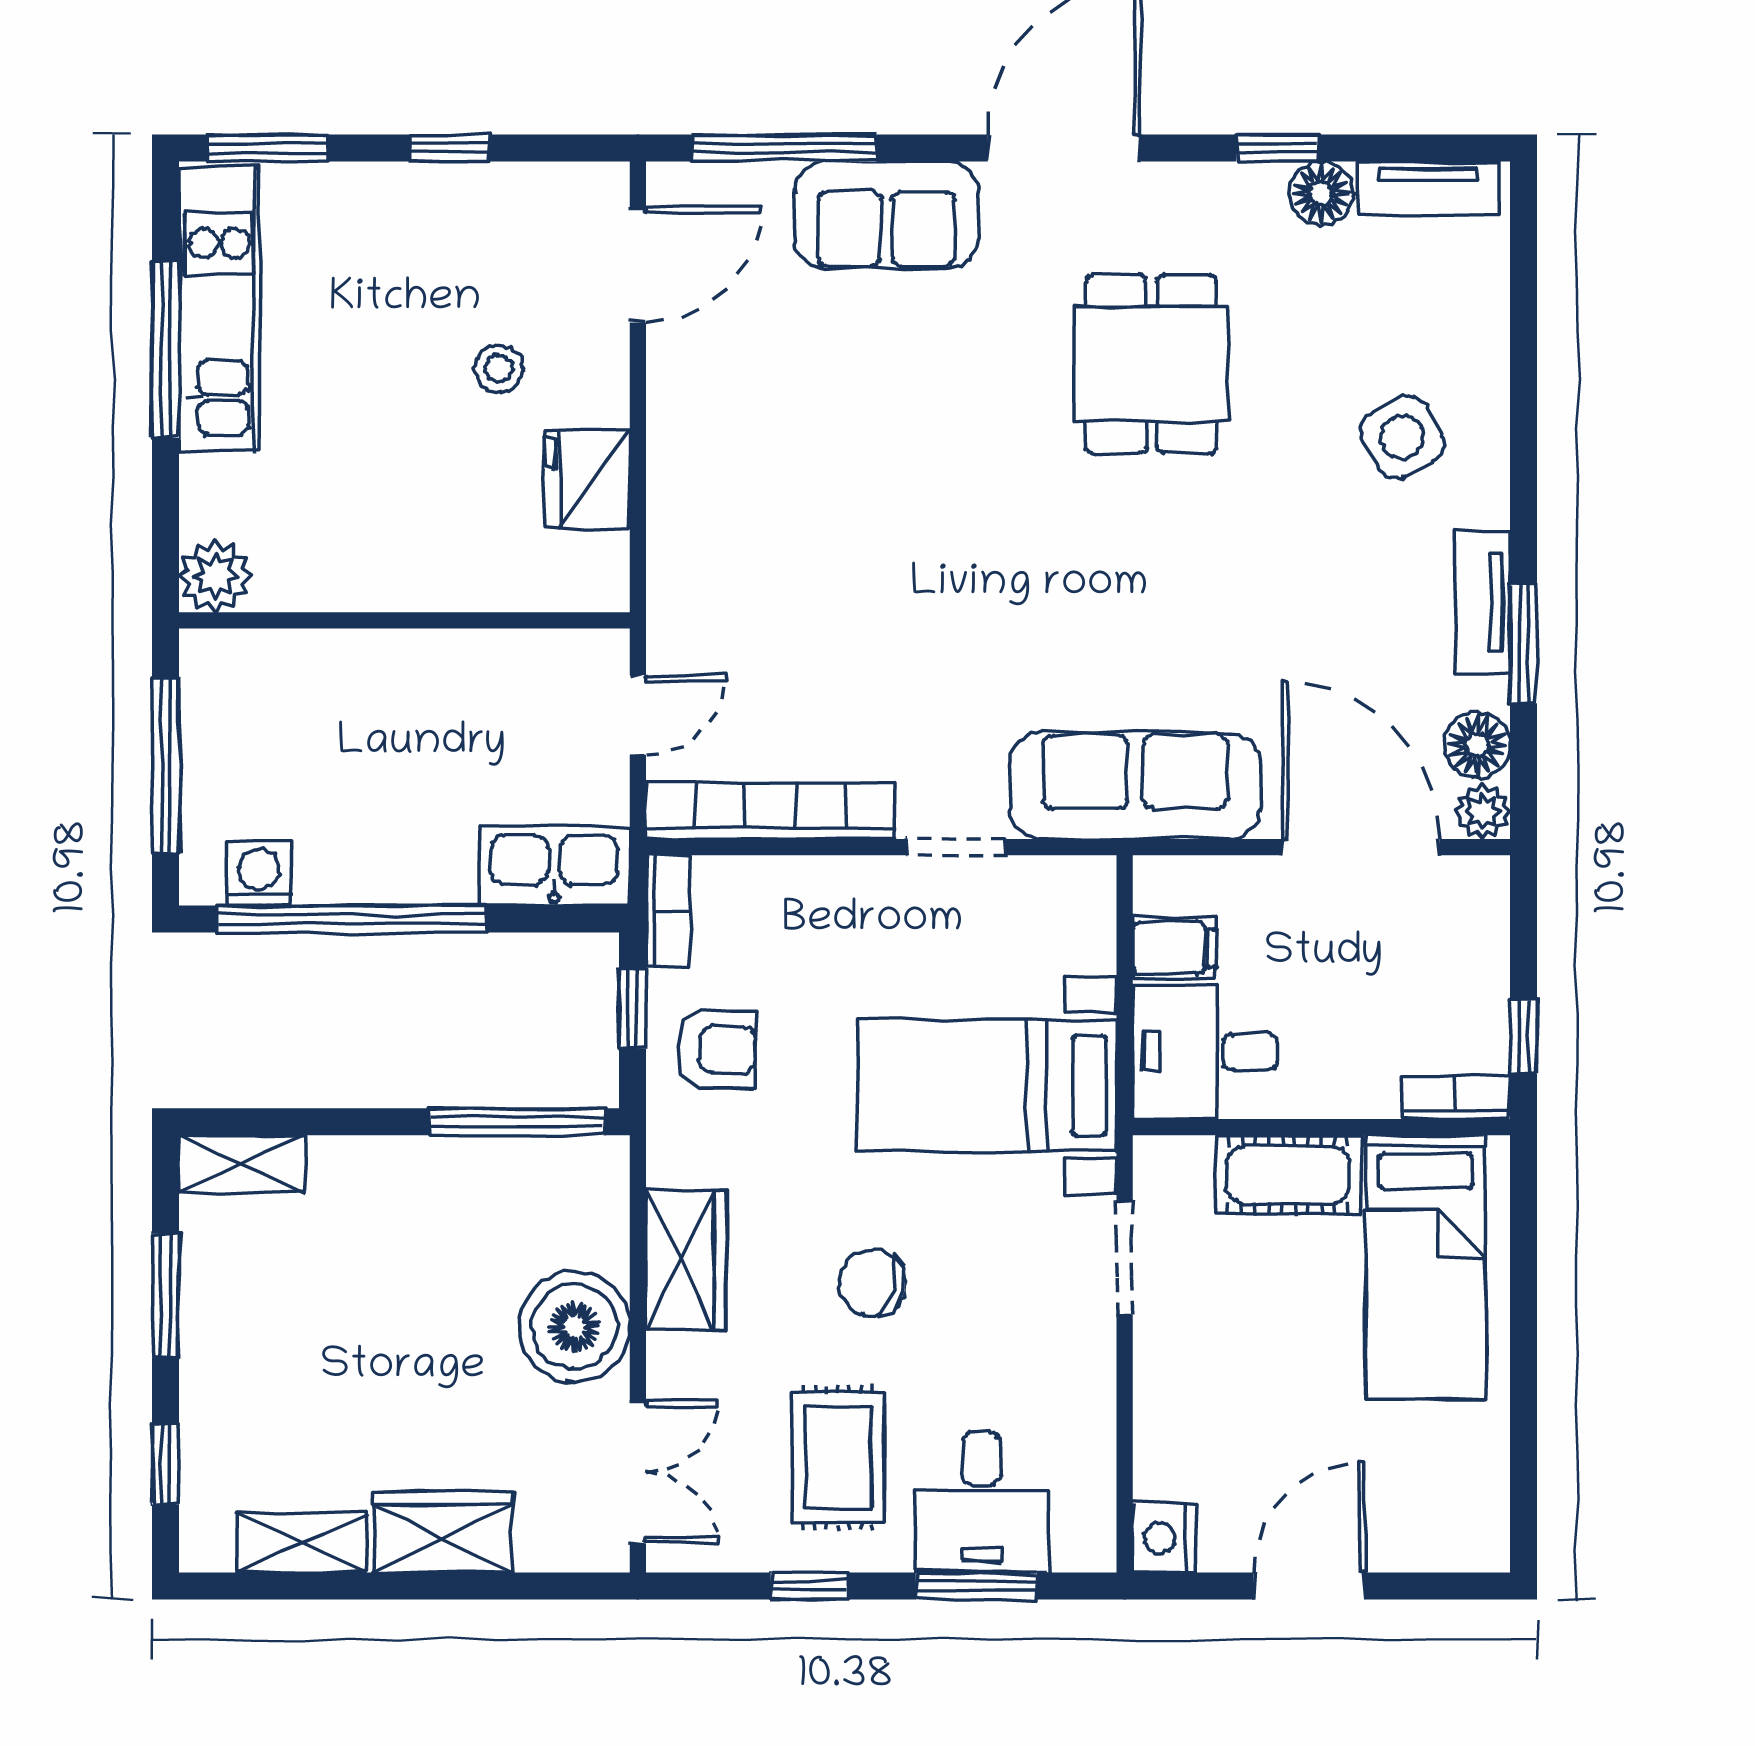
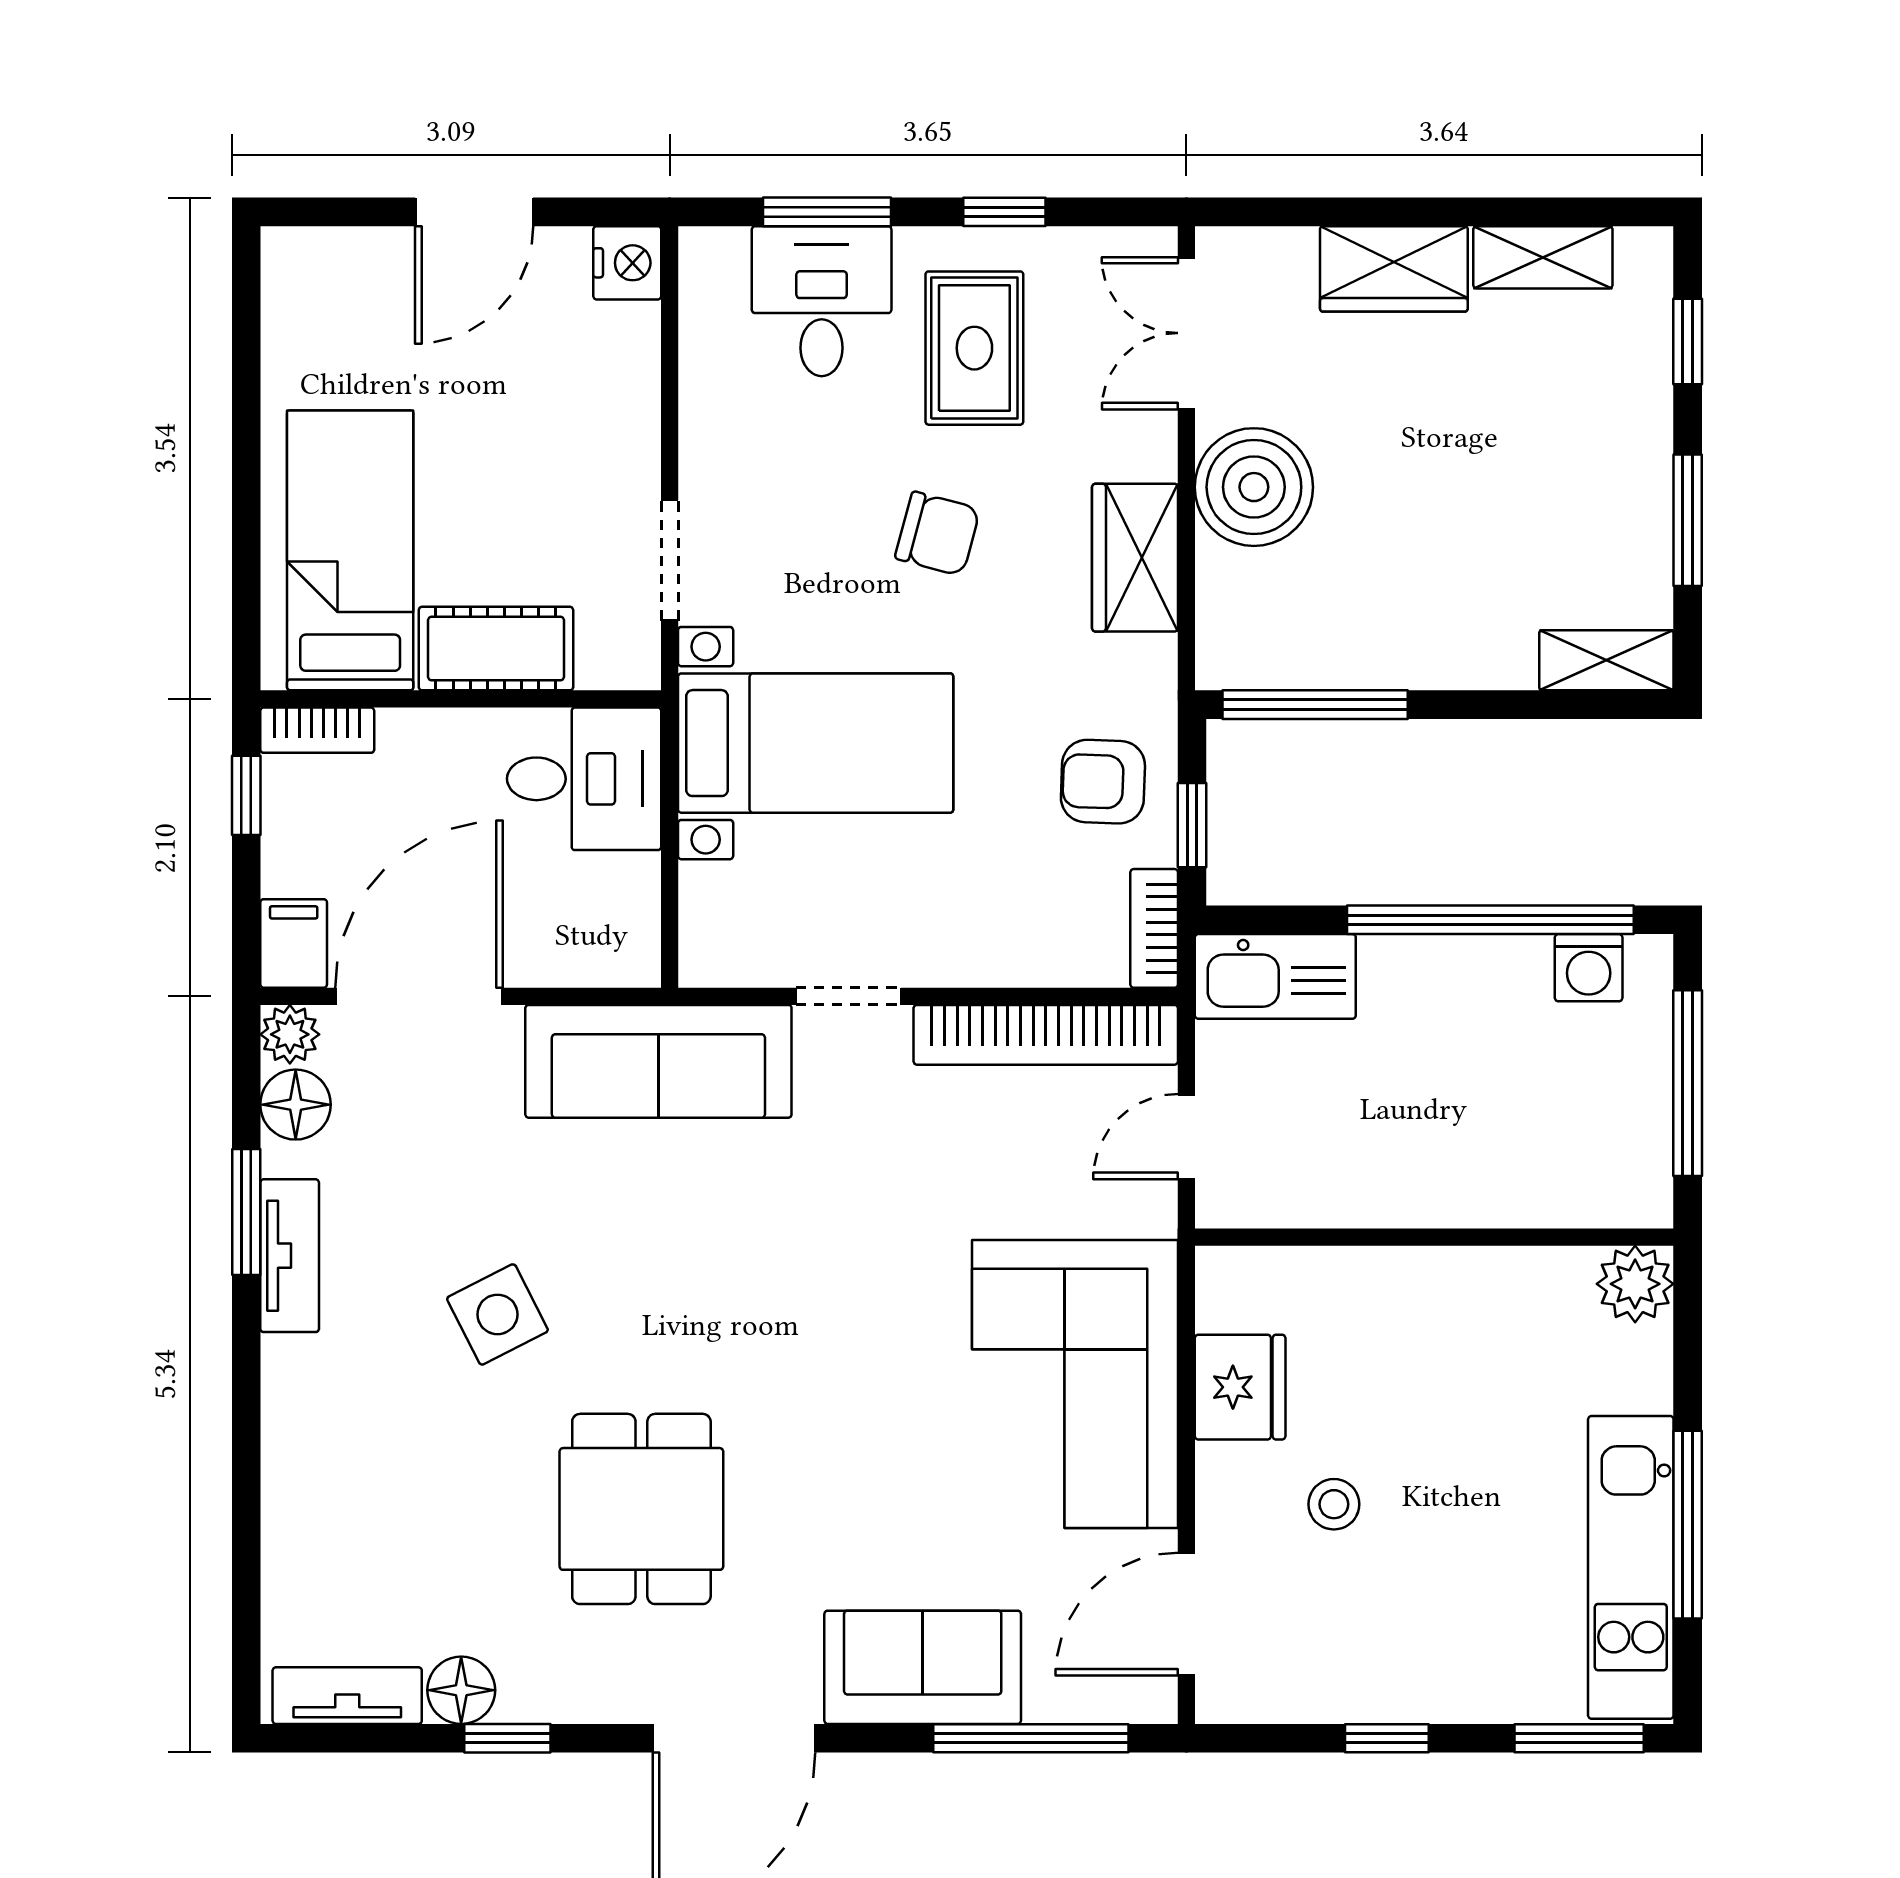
side table: (1402, 437) -> (497, 1314), moved
corner sofa: (743, 482) -> (1075, 1384), added
door: (1361, 847) -> (419, 996), swing flipped
filing cabinet: (1174, 948) -> (294, 943), moved, turned 90

